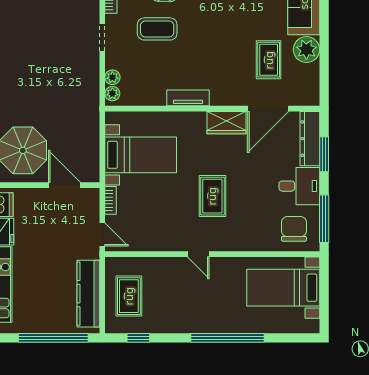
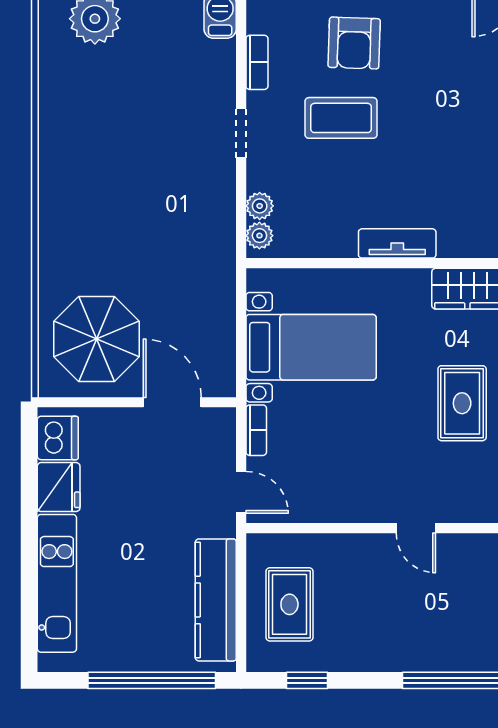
rug: (212, 196) -> (462, 403), moved

